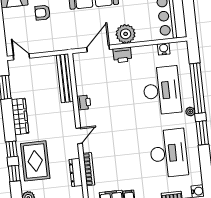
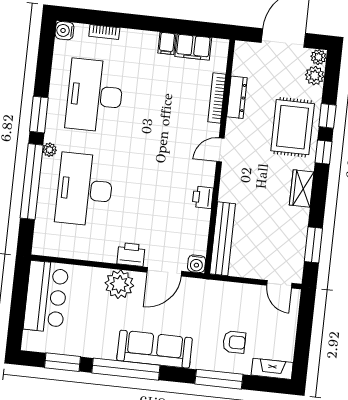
water cooler: (164, 49) -> (197, 264), moved
wardrobe: (20, 116) -> (302, 188), width x0.67

